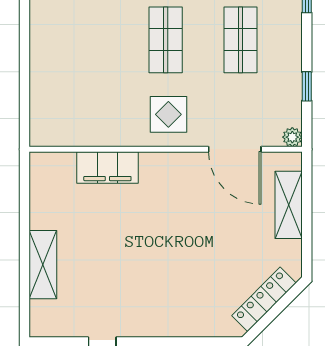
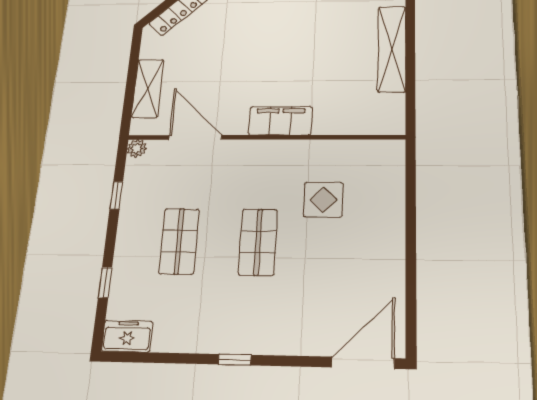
display table: (168, 114) -> (323, 200), moved
filing cabinet: (107, 167) -> (280, 121), moved
shelving: (43, 265) -> (392, 49), width x1.47

